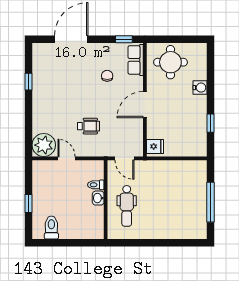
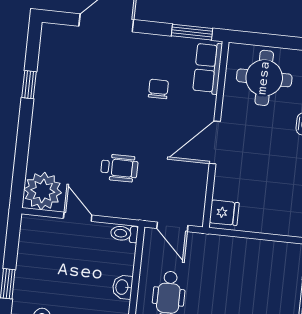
window: (124, 39) -> (192, 32), width x1.50
toilet: (96, 185) -> (124, 234), moved

